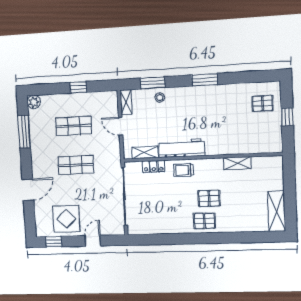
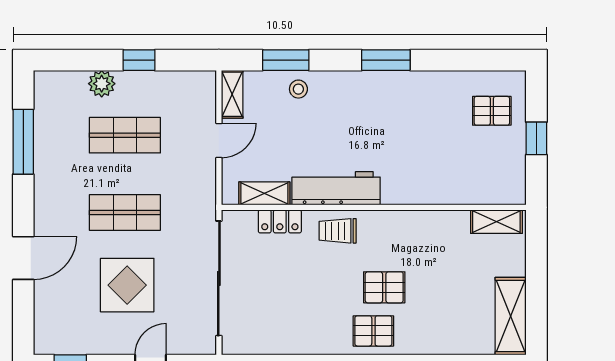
plant: (34, 102) -> (102, 84), moved
door: (121, 126) -> (219, 140), swing flipped
shelving: (237, 163) -> (496, 222), moved
display table: (66, 219) -> (127, 285), moved

